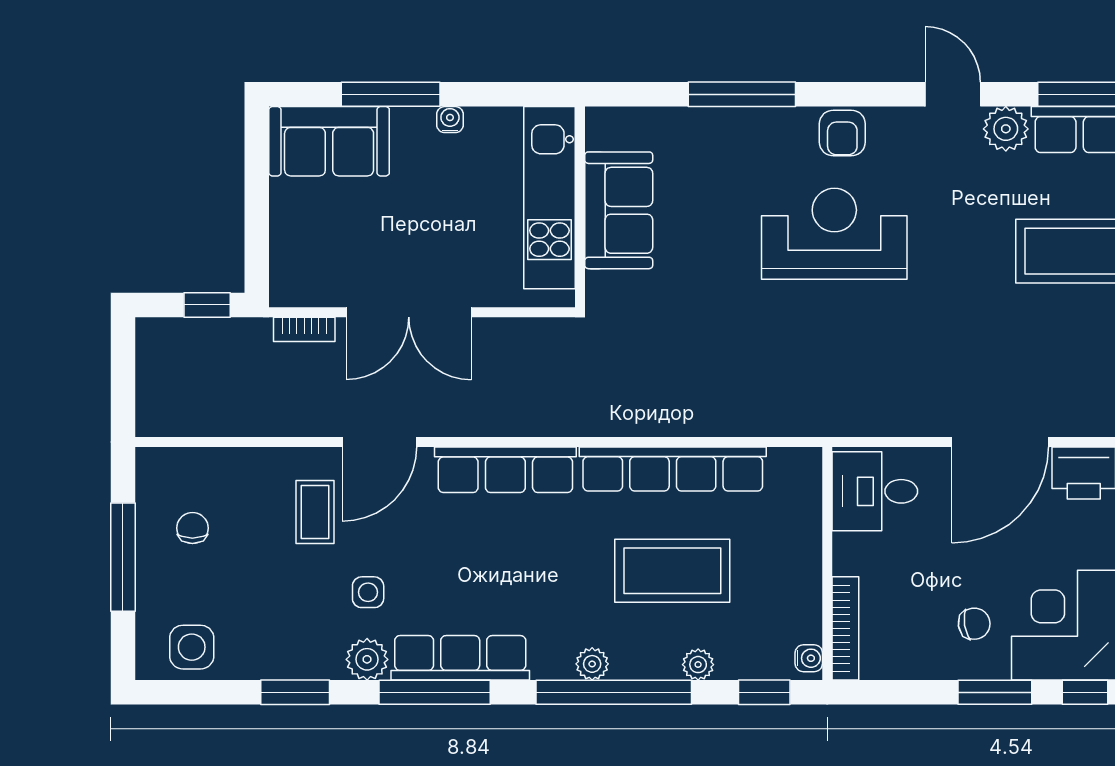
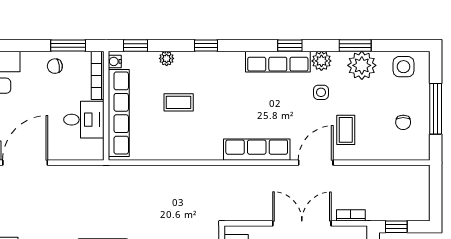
row of seats: (673, 469) -> (119, 113), moved, turned 90
desk: (875, 491) -> (84, 120), moved
coffee table: (672, 571) -> (179, 102), width x0.54, depth x0.58
chair: (974, 624) -> (55, 66), moved
plant: (592, 664) -> (362, 65), moved, width x1.87, depth x1.87
window: (435, 692) -> (290, 45), width x0.46
window: (614, 692) -> (206, 45), width x0.32
window: (995, 692) -> (68, 45), moved

